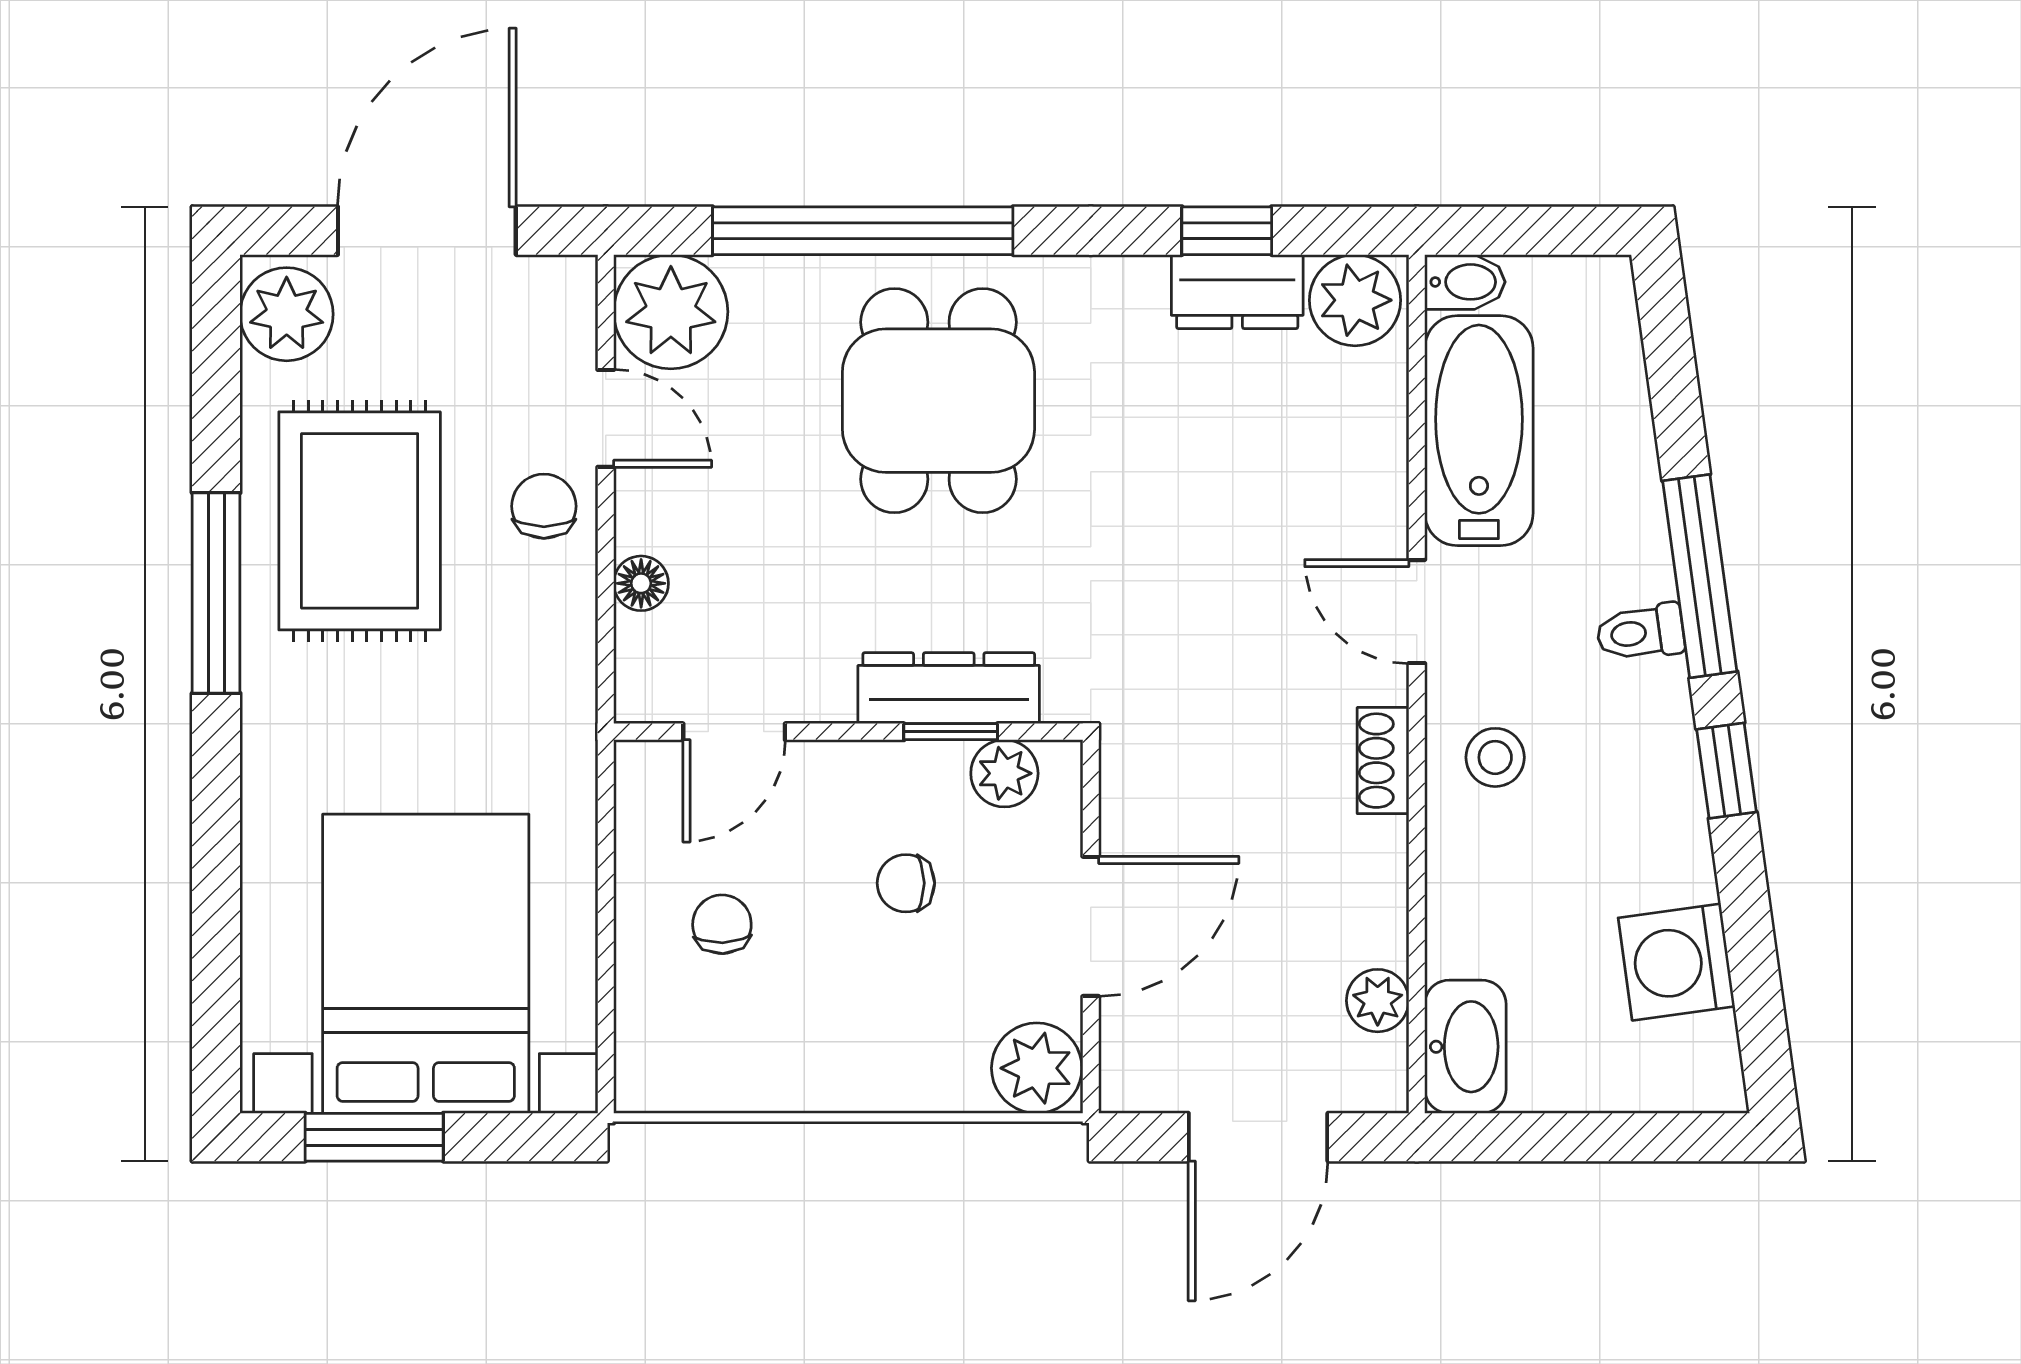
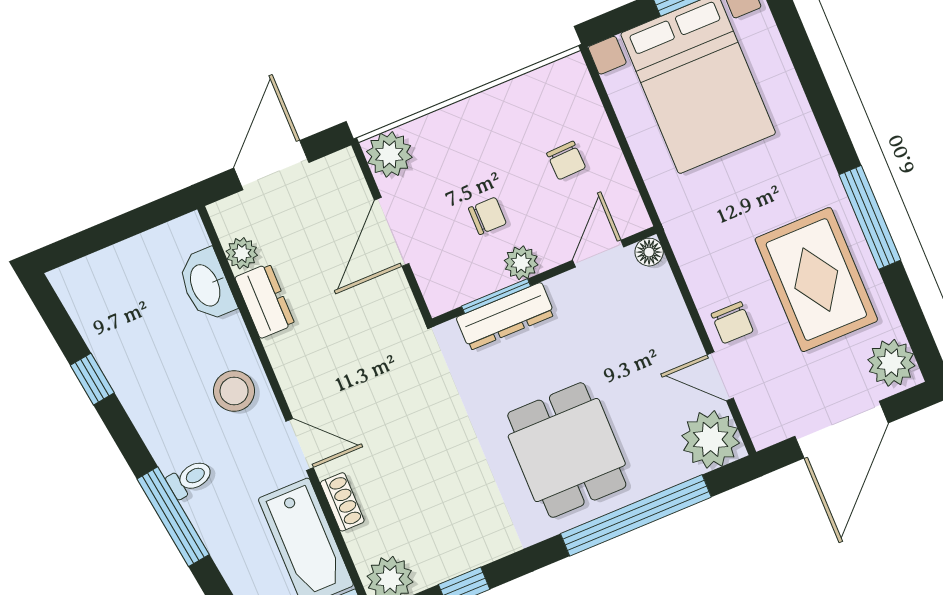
dresser: (1237, 292) -> (265, 301), moved, turned 90
floor lamp: (641, 583) -> (649, 252), moved
window: (951, 732) -> (496, 296), width x1.50
stool: (1495, 757) -> (234, 391), width x1.37, depth x1.37
shoe rack: (1383, 761) -> (342, 502), moved
window: (1727, 771) -> (92, 379), moved
plant: (1004, 773) -> (521, 263), moved
washing machine: (1676, 962) -> (108, 330), removed
washbasin: (1465, 1047) -> (206, 285), moved

